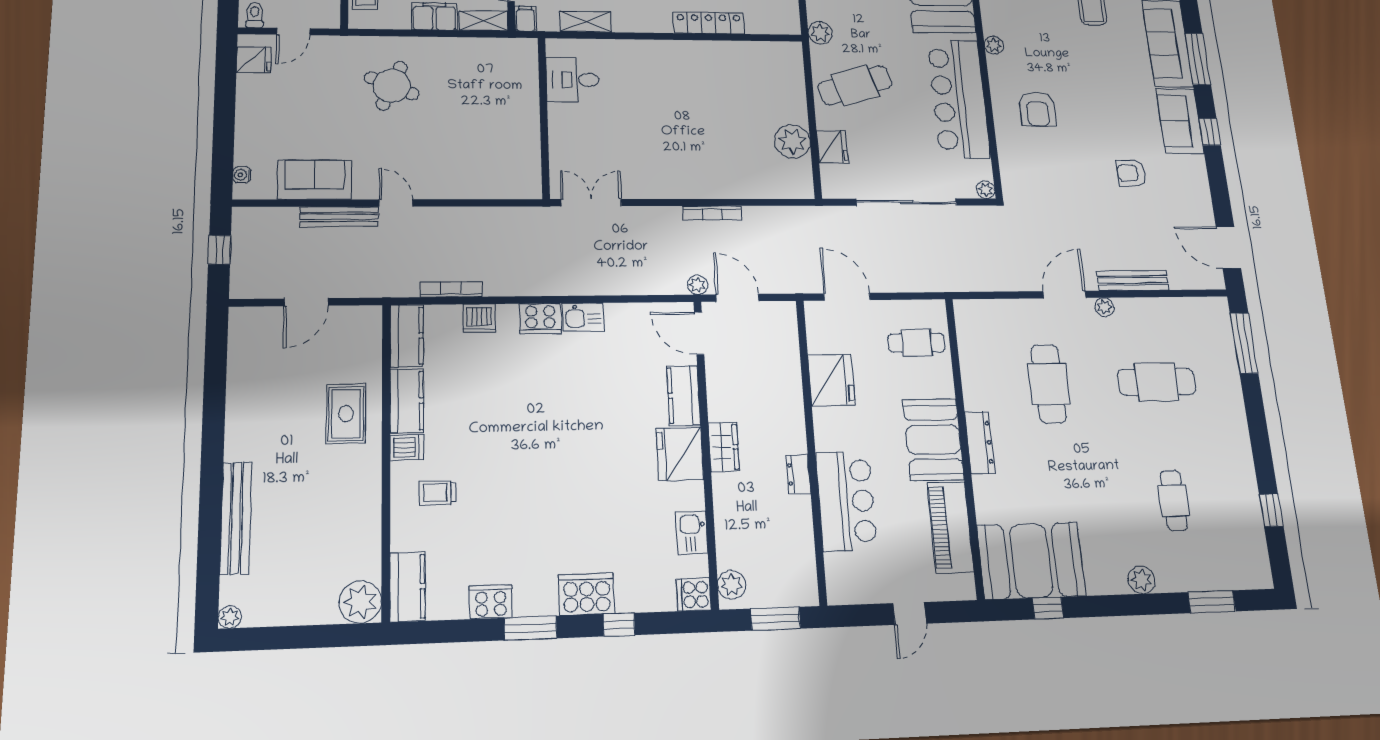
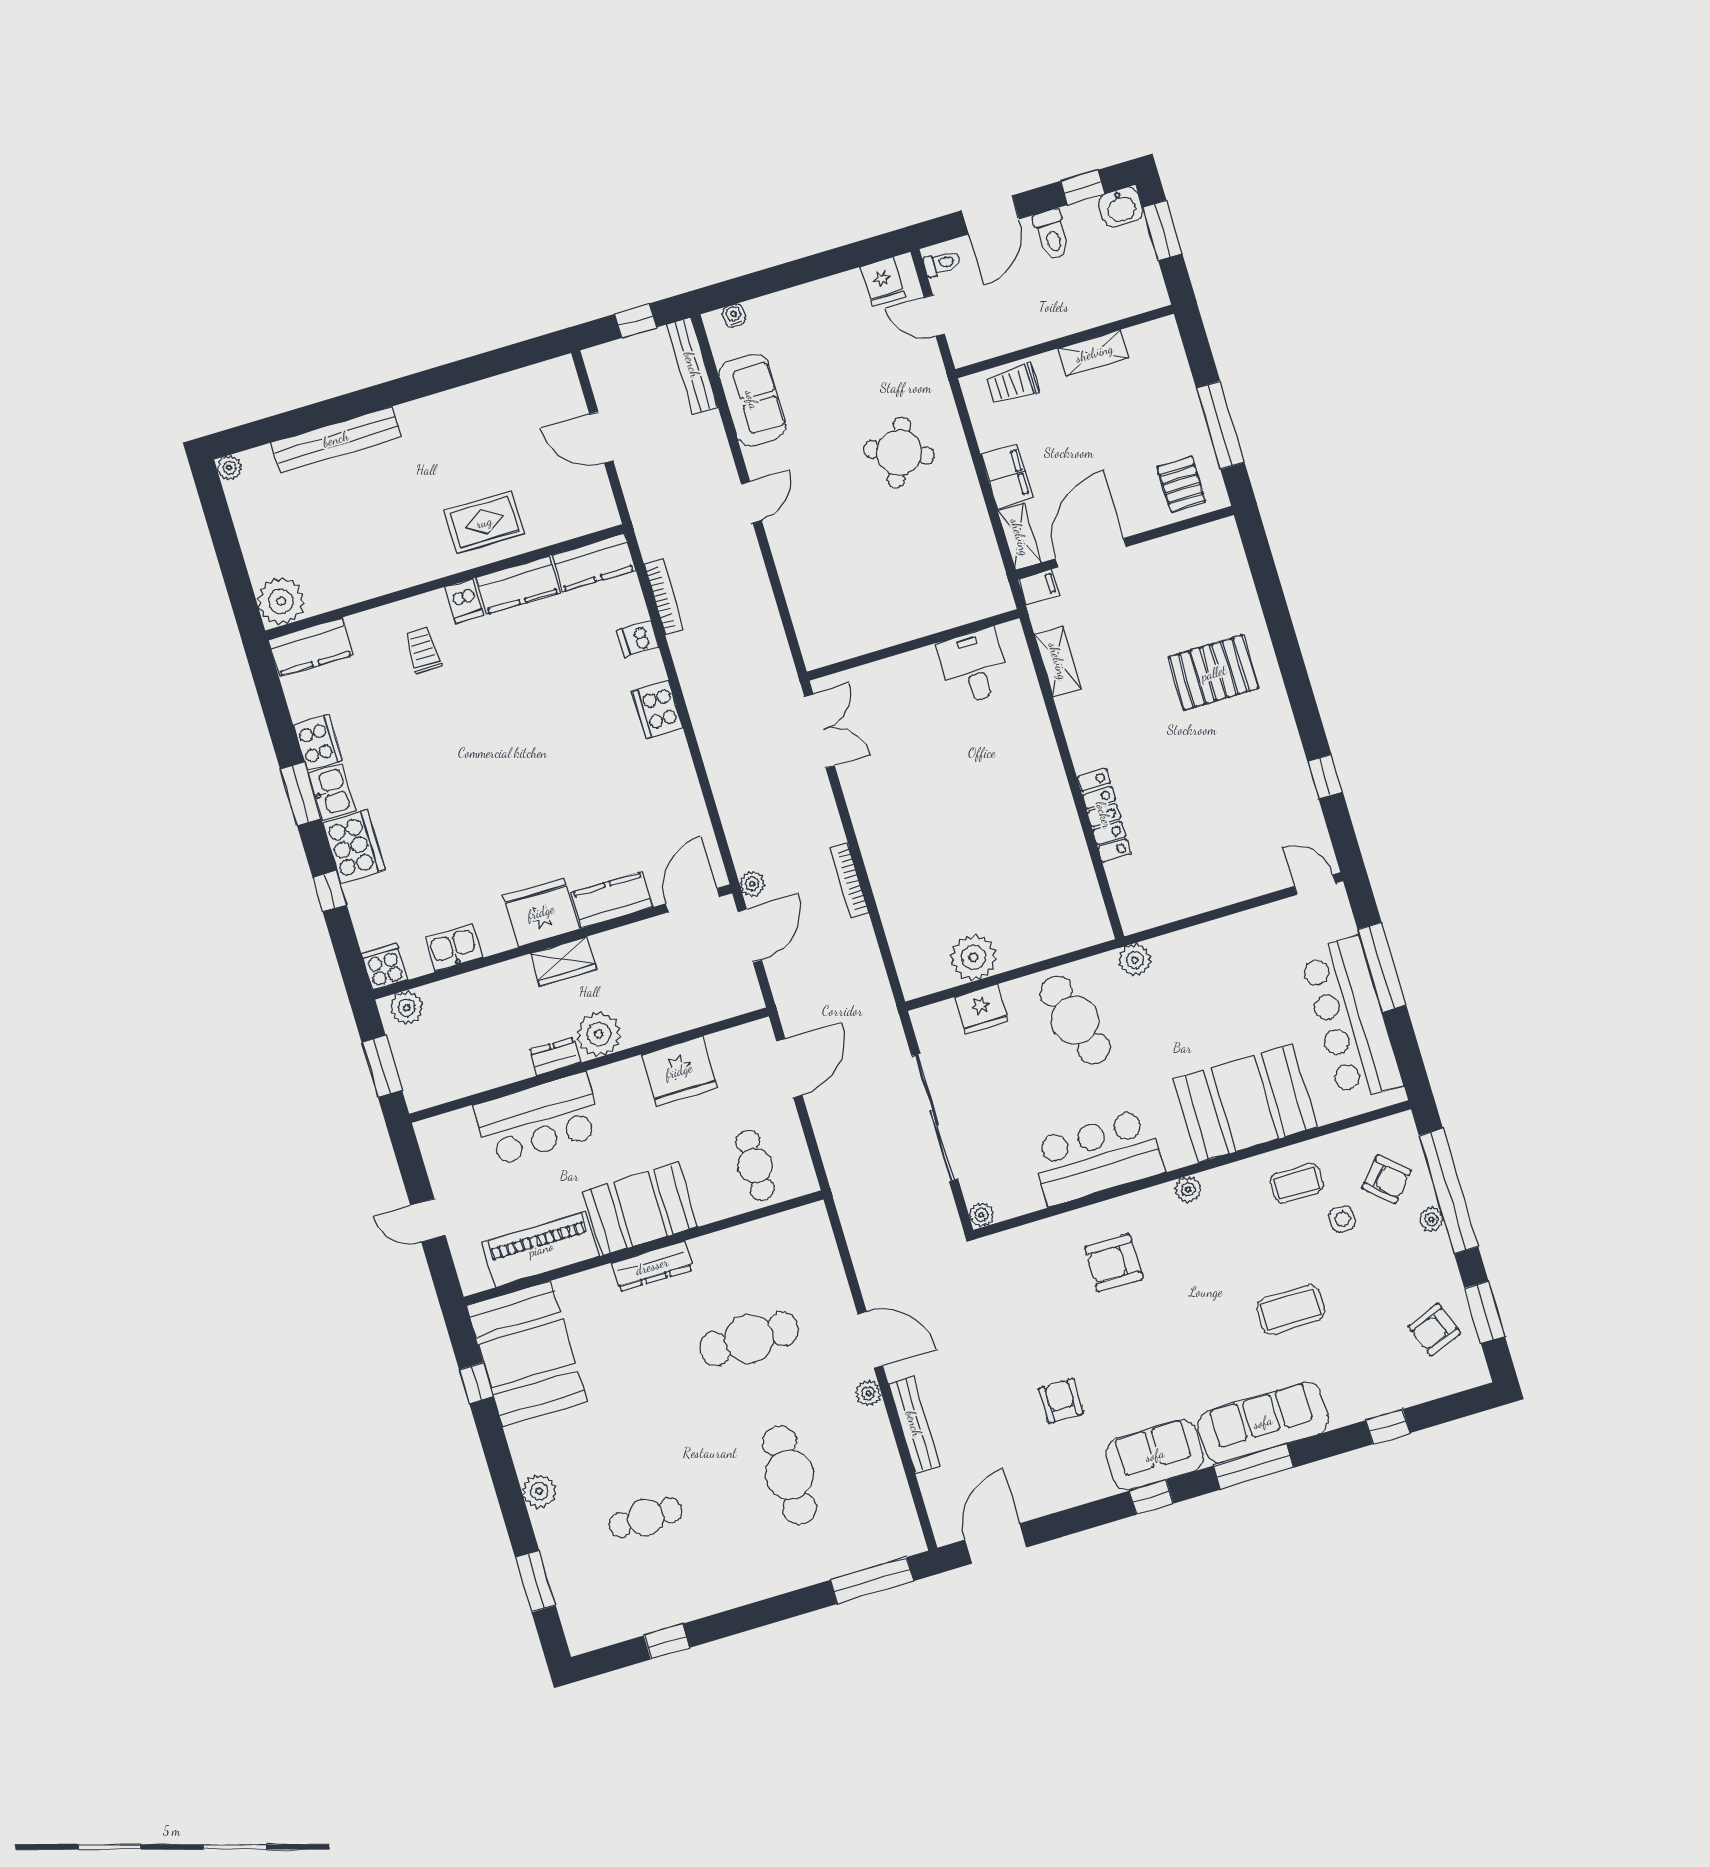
bar counter: (959, 99) -> (1097, 1157), width x0.73
bench: (339, 217) -> (692, 365), moved
kitchen sink: (583, 317) -> (332, 792), moved, turned 180
dishwasher: (479, 318) -> (638, 639), width x0.73
plant: (788, 435) -> (599, 1034), added

